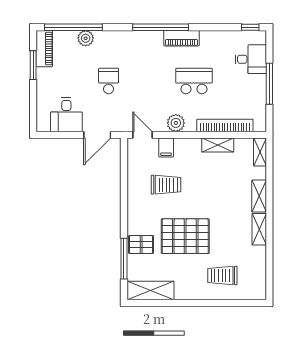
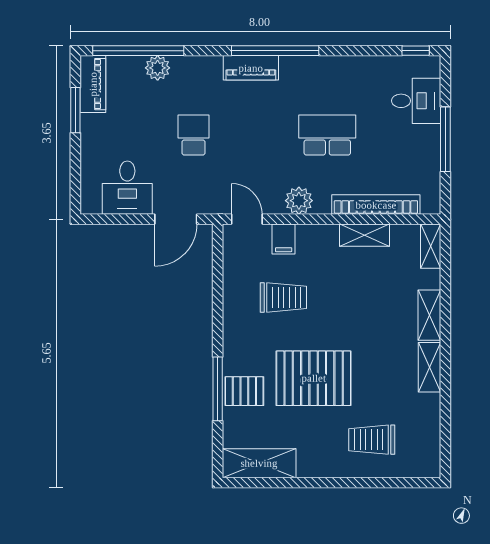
piano: (181, 38) -> (251, 68), moved
window: (124, 259) -> (218, 389), moved

